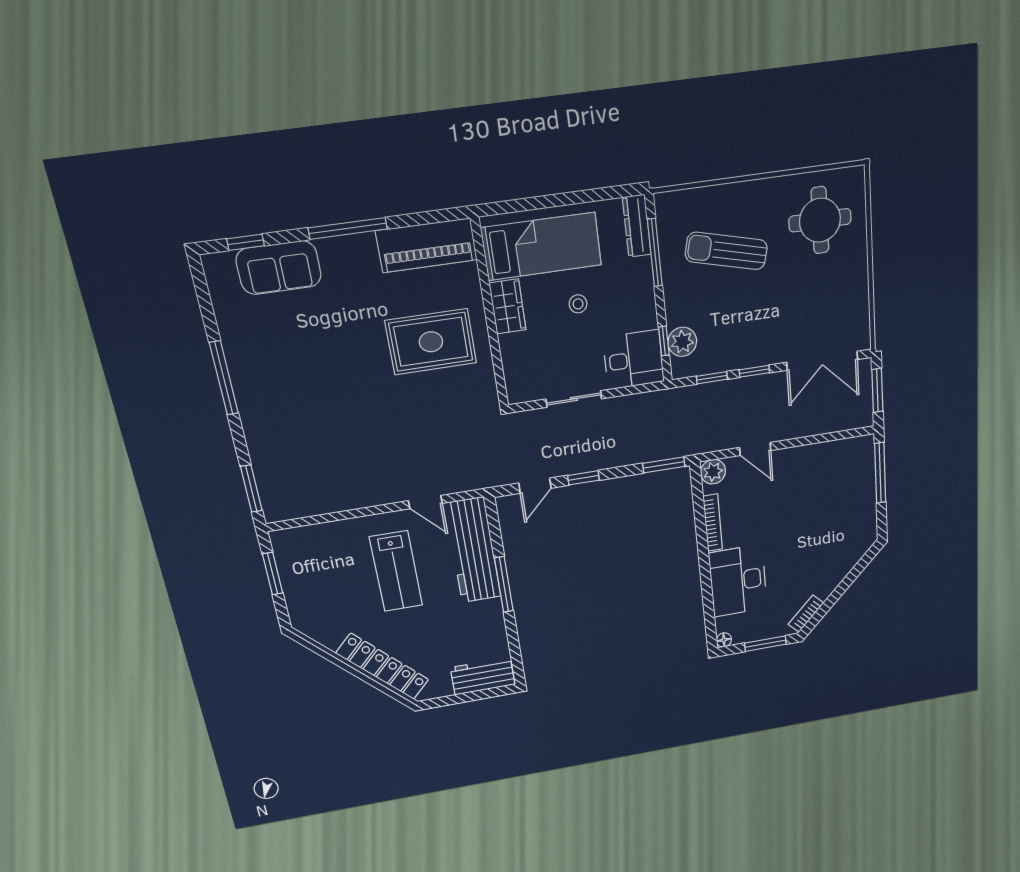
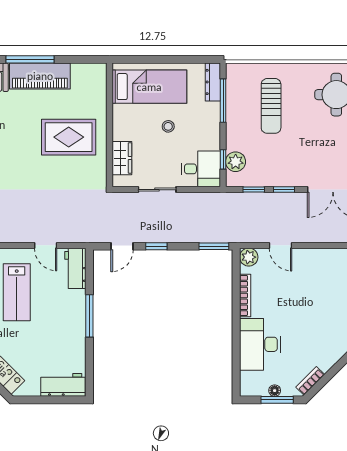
piano: (426, 245) -> (40, 76), moved
sun lounger: (726, 251) -> (271, 106), turned -104
wardrobe: (508, 306) -> (122, 158), moved
workbench: (473, 550) -> (75, 268), width x0.53, depth x0.76
floor lamp: (724, 640) -> (275, 391), moved

